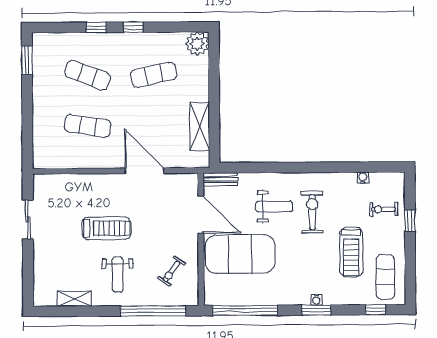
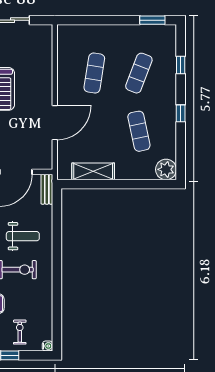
window: (96, 27) -> (181, 65), moved
water cooler: (363, 178) -> (48, 346), moved
weight bench: (274, 206) -> (23, 236), turned -90

